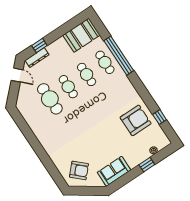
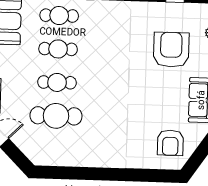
armchair: (136, 120) -> (171, 50), moved
armchair: (79, 170) -> (170, 143), turned 137

